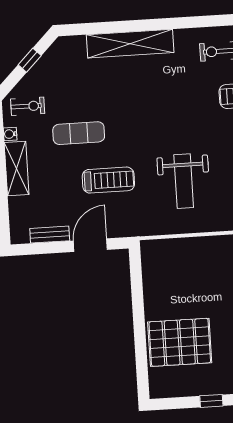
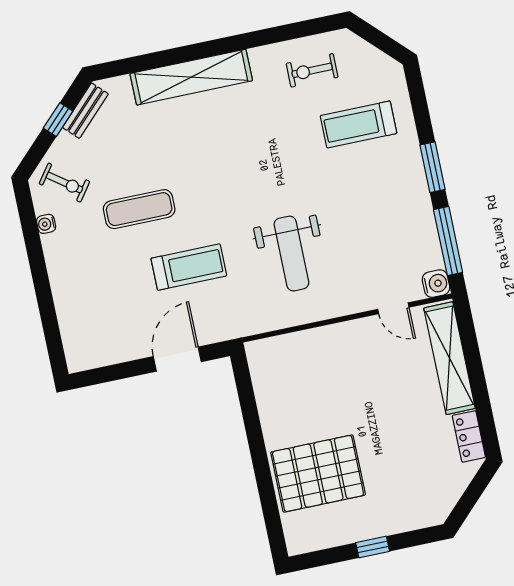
exercise bike: (28, 106) -> (64, 183), turned 36
shelving: (17, 168) -> (62, 270), removed
bench: (50, 235) -> (85, 111), moved, turned -45

